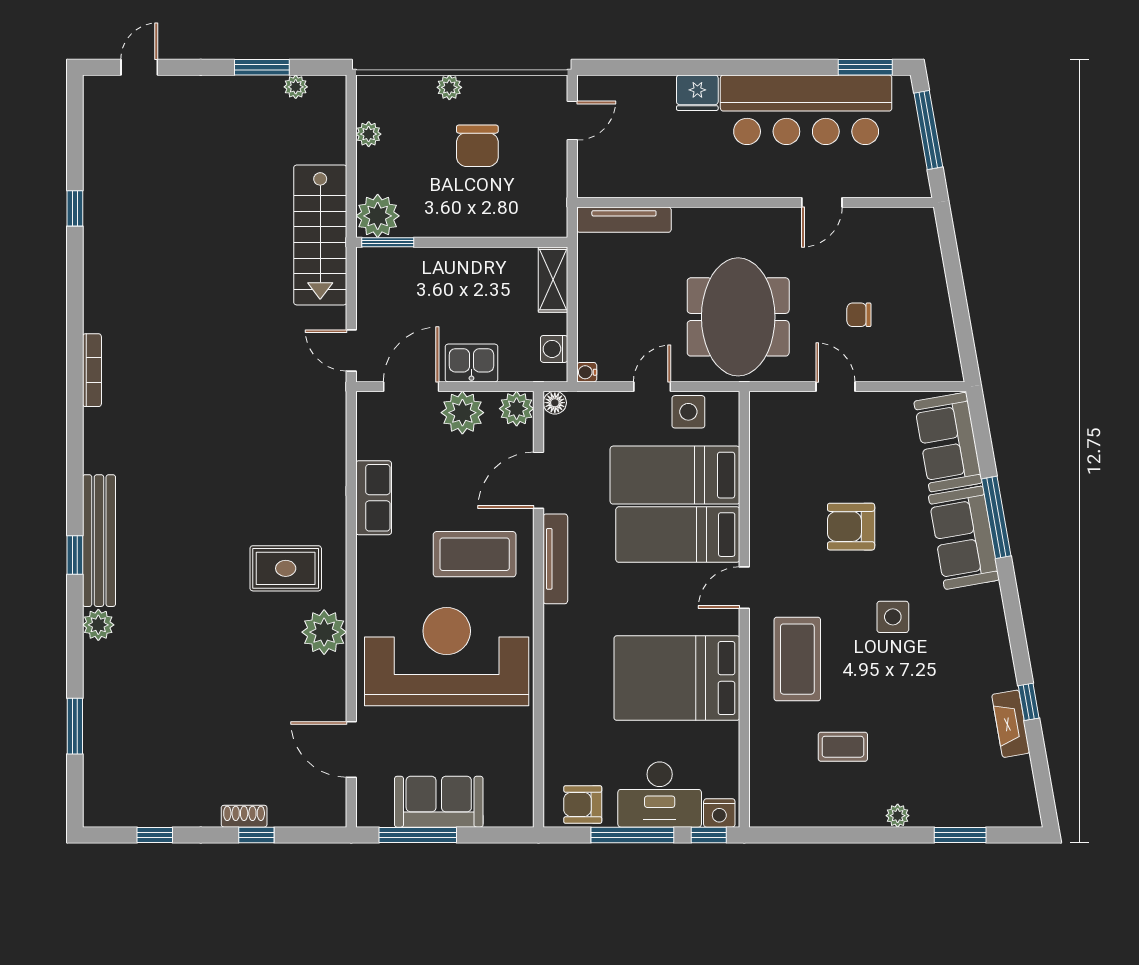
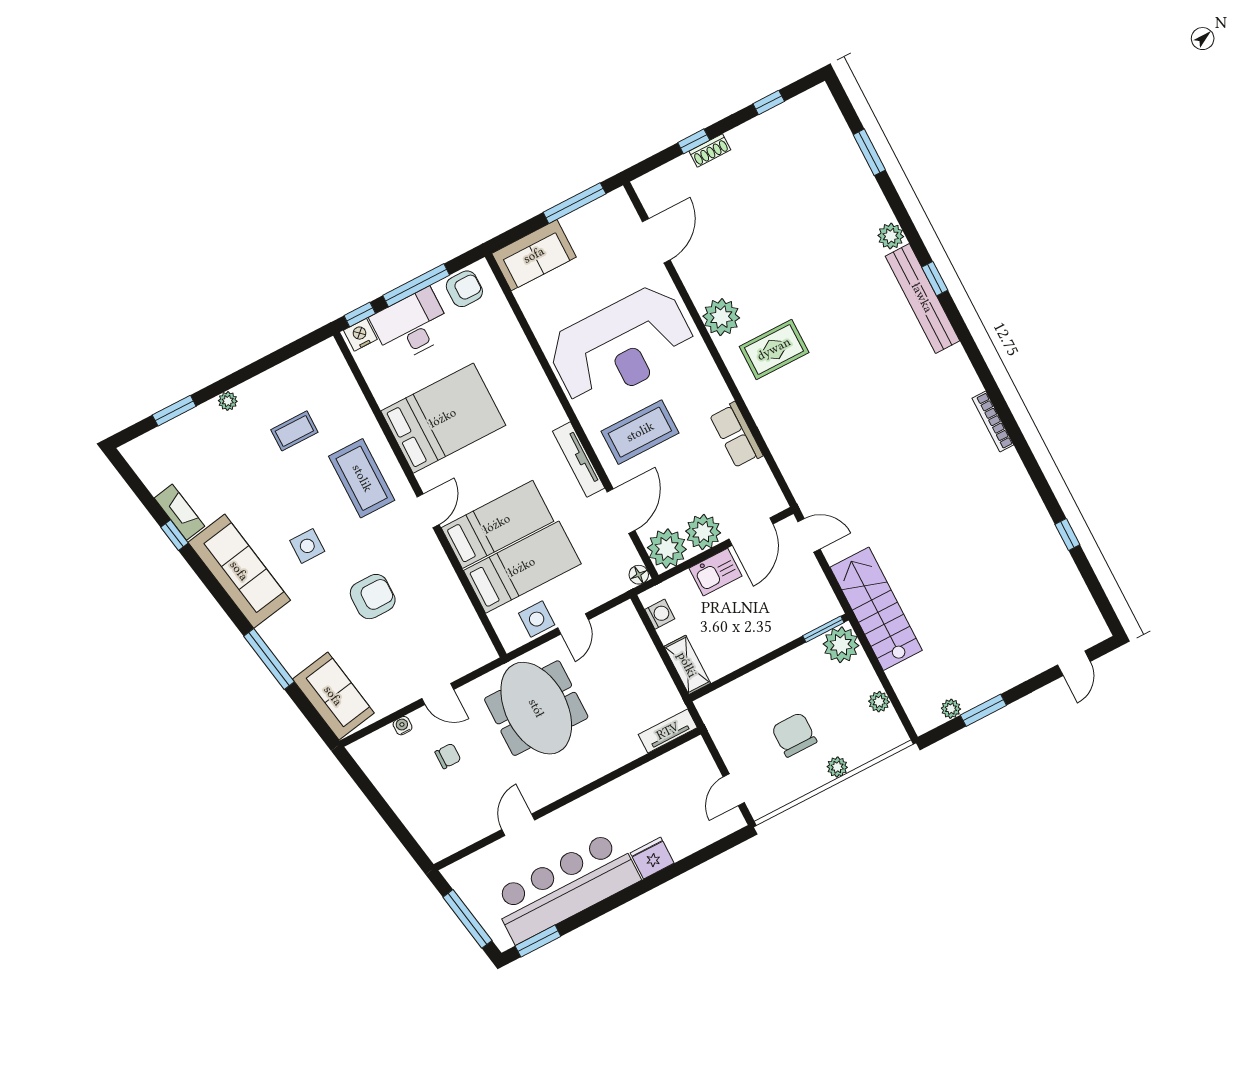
tv unit: (624, 220) -> (668, 731), width x0.71
water cooler: (587, 372) -> (403, 726), moved, turned -90
plant: (517, 409) -> (667, 548), width x1.36, depth x1.36
sofa: (964, 538) -> (239, 571), moved, width x1.36
door: (351, 750) -> (656, 241), hinge flipped
sofa: (439, 802) -> (534, 255), moved

